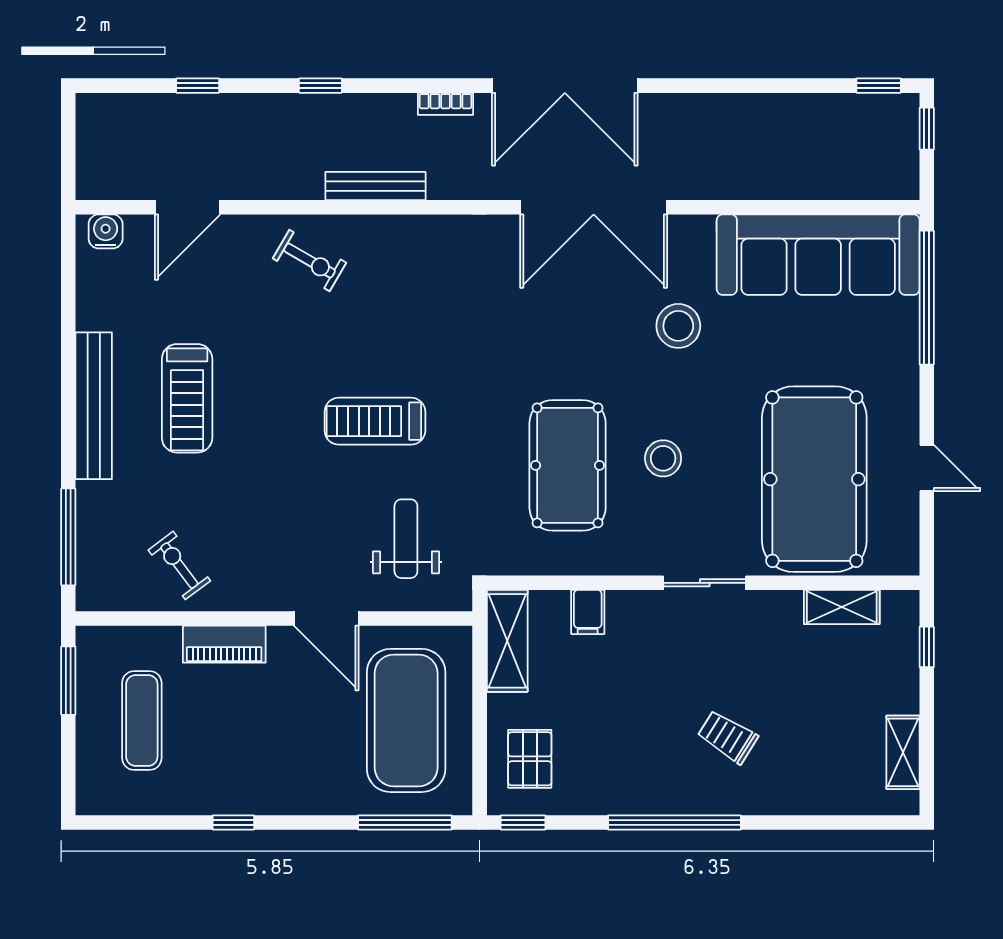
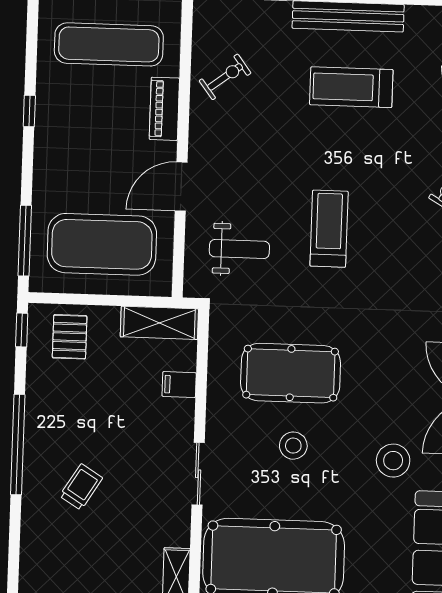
exercise mat: (142, 720) -> (109, 44), width x1.36, depth x1.45
pallet: (530, 759) -> (70, 337), turned 90

